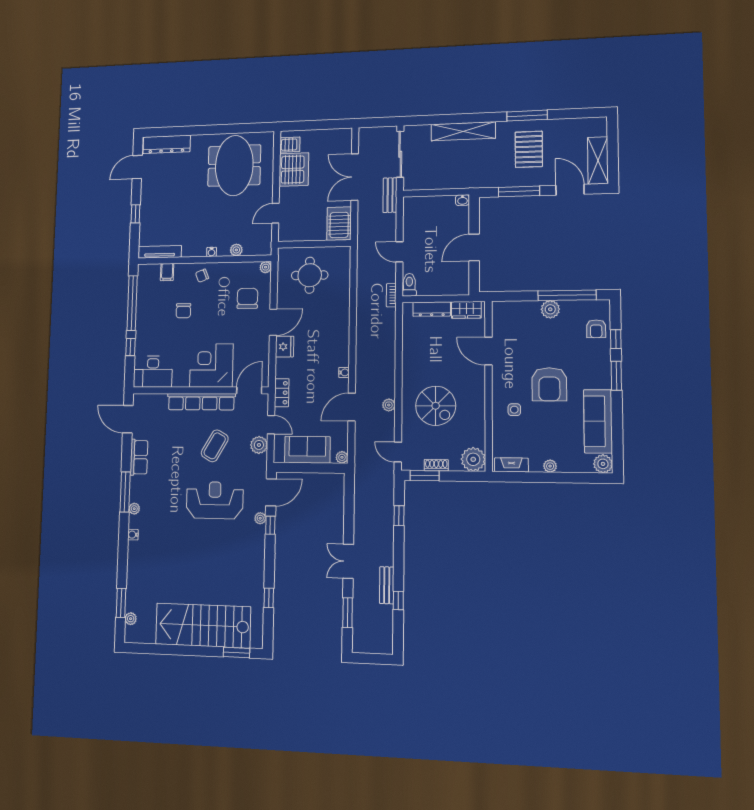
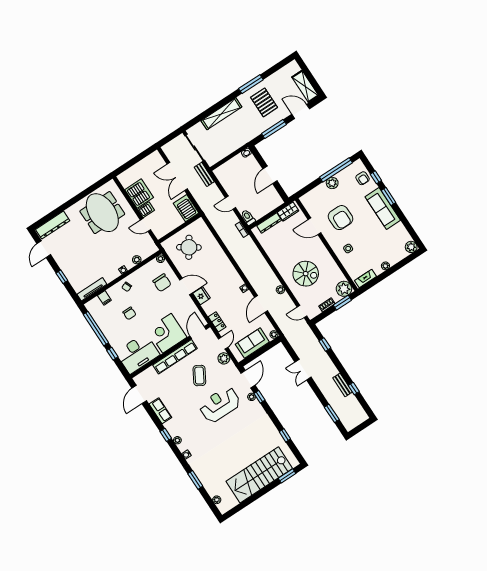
server rack: (290, 145) -> (146, 210), moved
door: (276, 213) -> (145, 225), hinge flipped
round table: (310, 275) -> (189, 247), turned 34
chair: (247, 298) -> (162, 283), turned 180
door: (273, 322) -> (186, 286), hinge flipped
desk: (153, 372) -> (138, 353), width x1.36, depth x1.30
armchair: (549, 384) -> (340, 218), moved
door: (128, 419) -> (139, 394), hinge flipped
sofa: (598, 421) -> (383, 208), moved
door: (271, 425) -> (223, 343), hinge flipped
window: (425, 476) -> (342, 303), moved
window: (125, 492) -> (166, 435), width x0.46
double door: (348, 561) -> (303, 370), moved
window: (121, 603) -> (195, 480), moved

